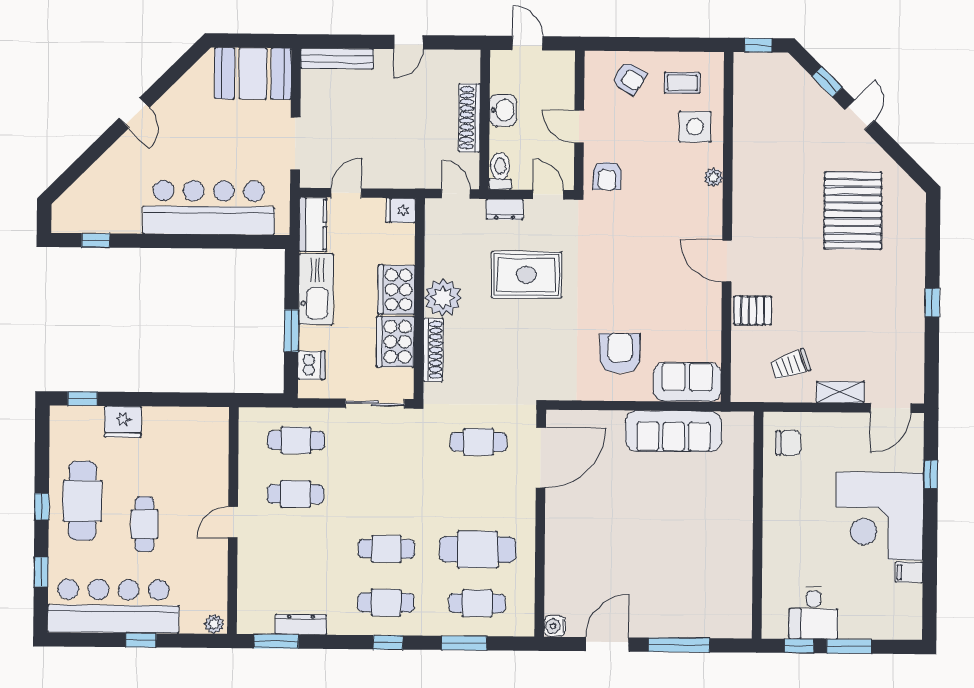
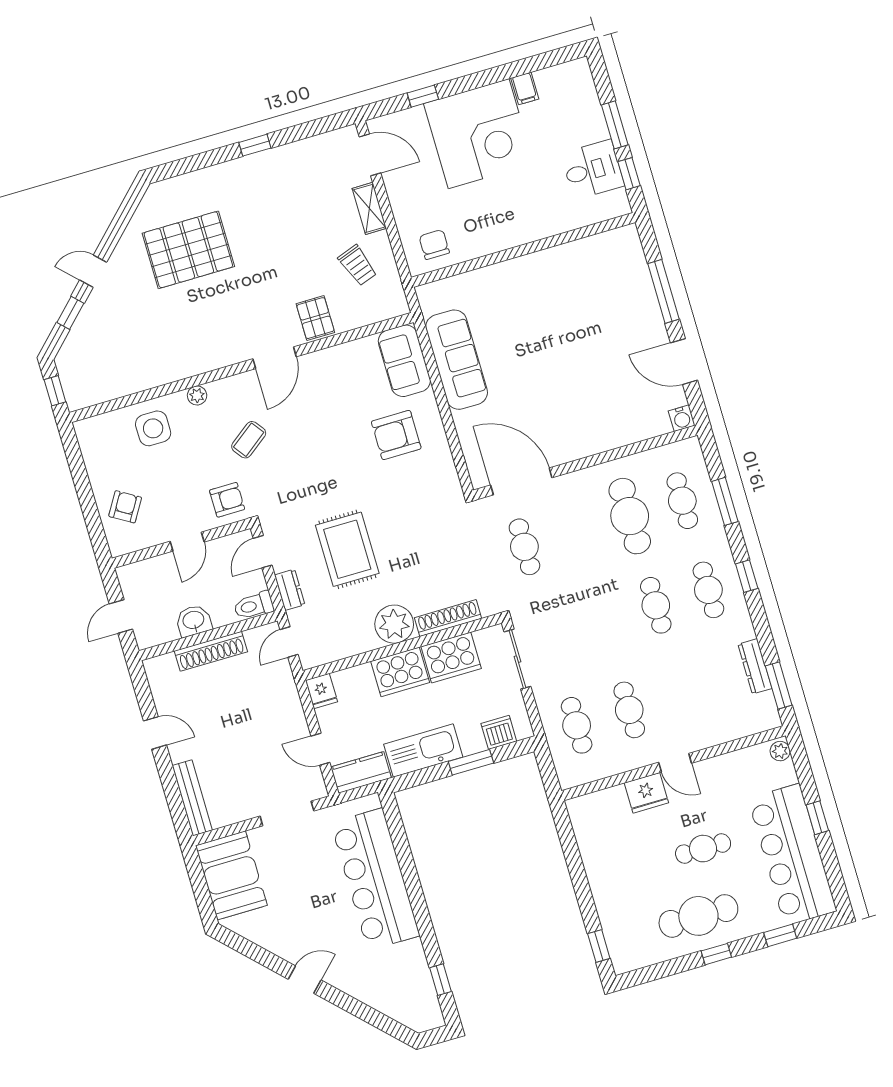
coffee table: (682, 83) -> (249, 440), moved, turned 53
fridge: (123, 422) -> (646, 793), moved, turned 90

